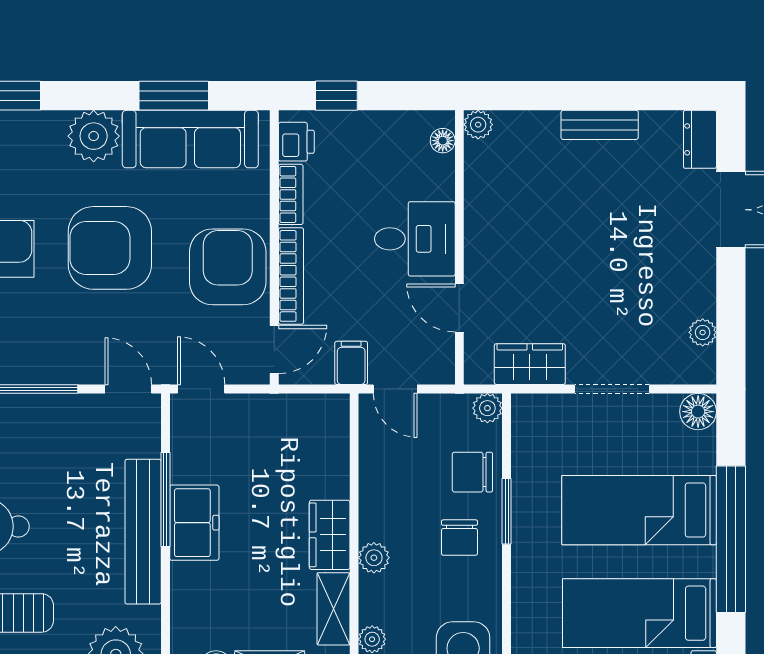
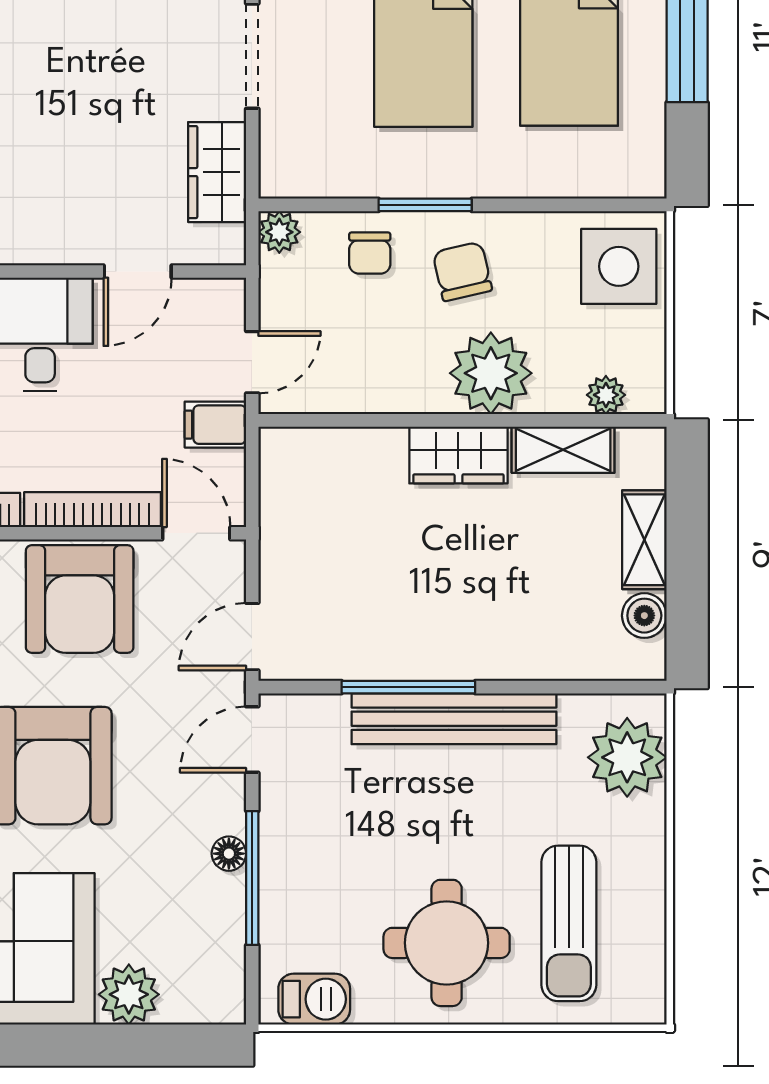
armchair: (228, 267) -> (80, 599), turned -90
floor lamp: (48, 372) -> (229, 854), added
chair: (472, 472) -> (370, 253), width x0.73, depth x0.73
freezer: (194, 523) -> (441, 646), removed
chair: (459, 538) -> (462, 271), turned -103
plant: (374, 558) -> (491, 373), width x1.88, depth x1.88

